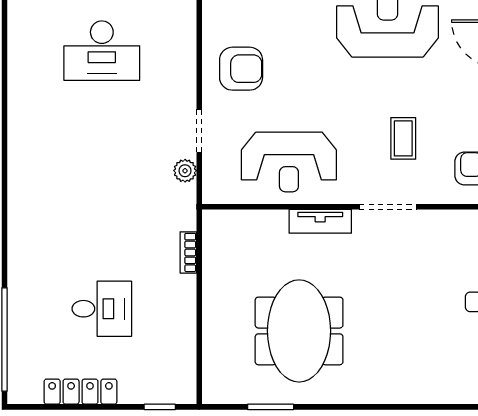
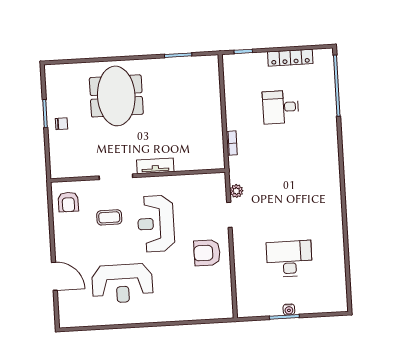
coffee table: (403, 138) -> (109, 217), turned 90
reception desk: (289, 162) -> (156, 224), moved, turned -90
meeting table: (299, 331) -> (116, 96), moved

